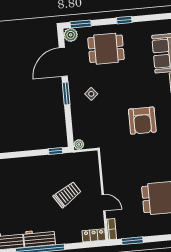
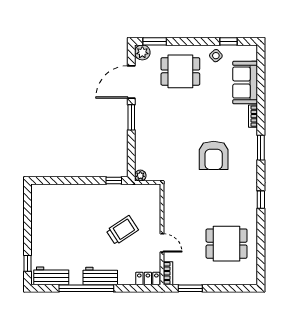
window: (124, 20) -> (228, 41), moved
side table: (91, 94) -> (216, 56), moved
workbench: (39, 238) -> (100, 276), moved

